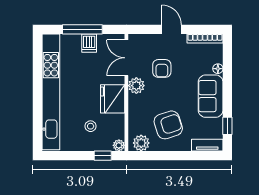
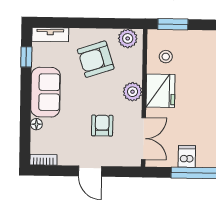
bookcase: (205, 38) -> (43, 160), width x0.64
plant: (136, 86) -> (133, 92), moved
stool: (91, 126) -> (166, 57), moved
plant: (119, 145) -> (154, 36), removed
window: (103, 156) -> (173, 24), width x1.50

